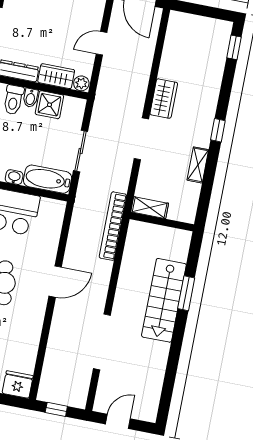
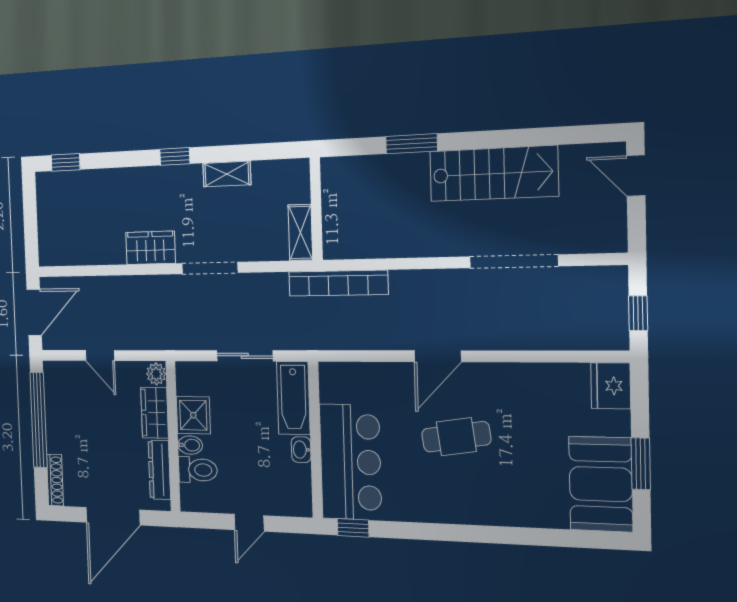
door: (55, 282) -> (438, 356), swing flipped
stairs: (164, 300) -> (494, 174), moved
door: (118, 421) -> (636, 176), moved

